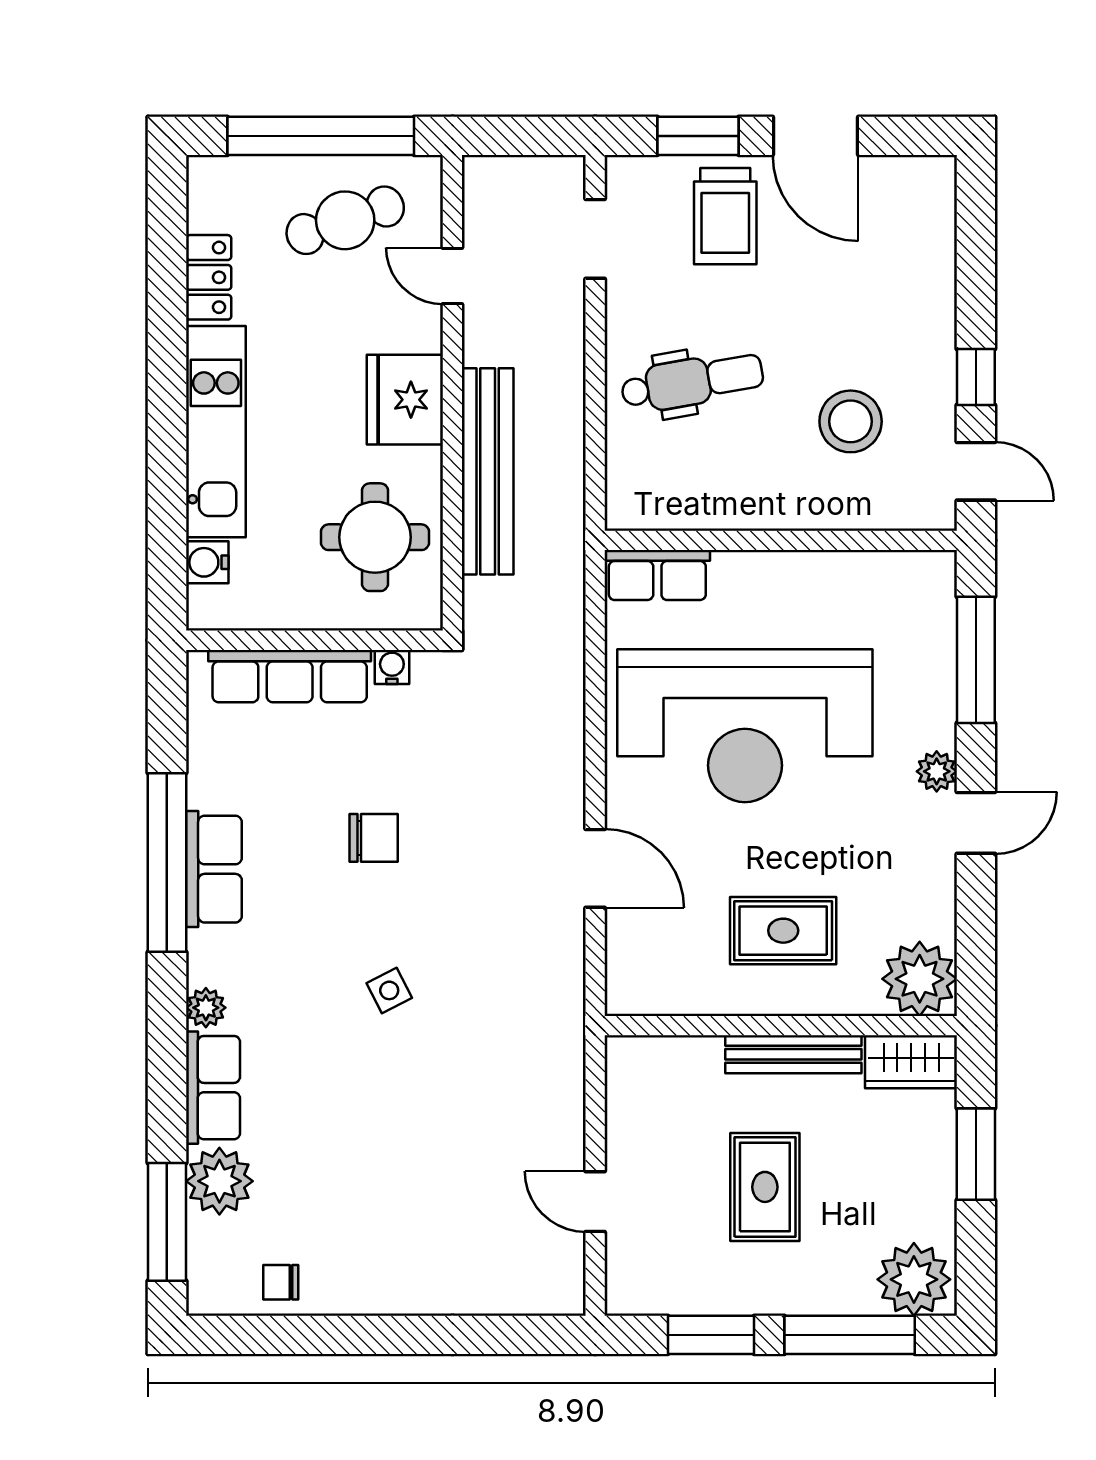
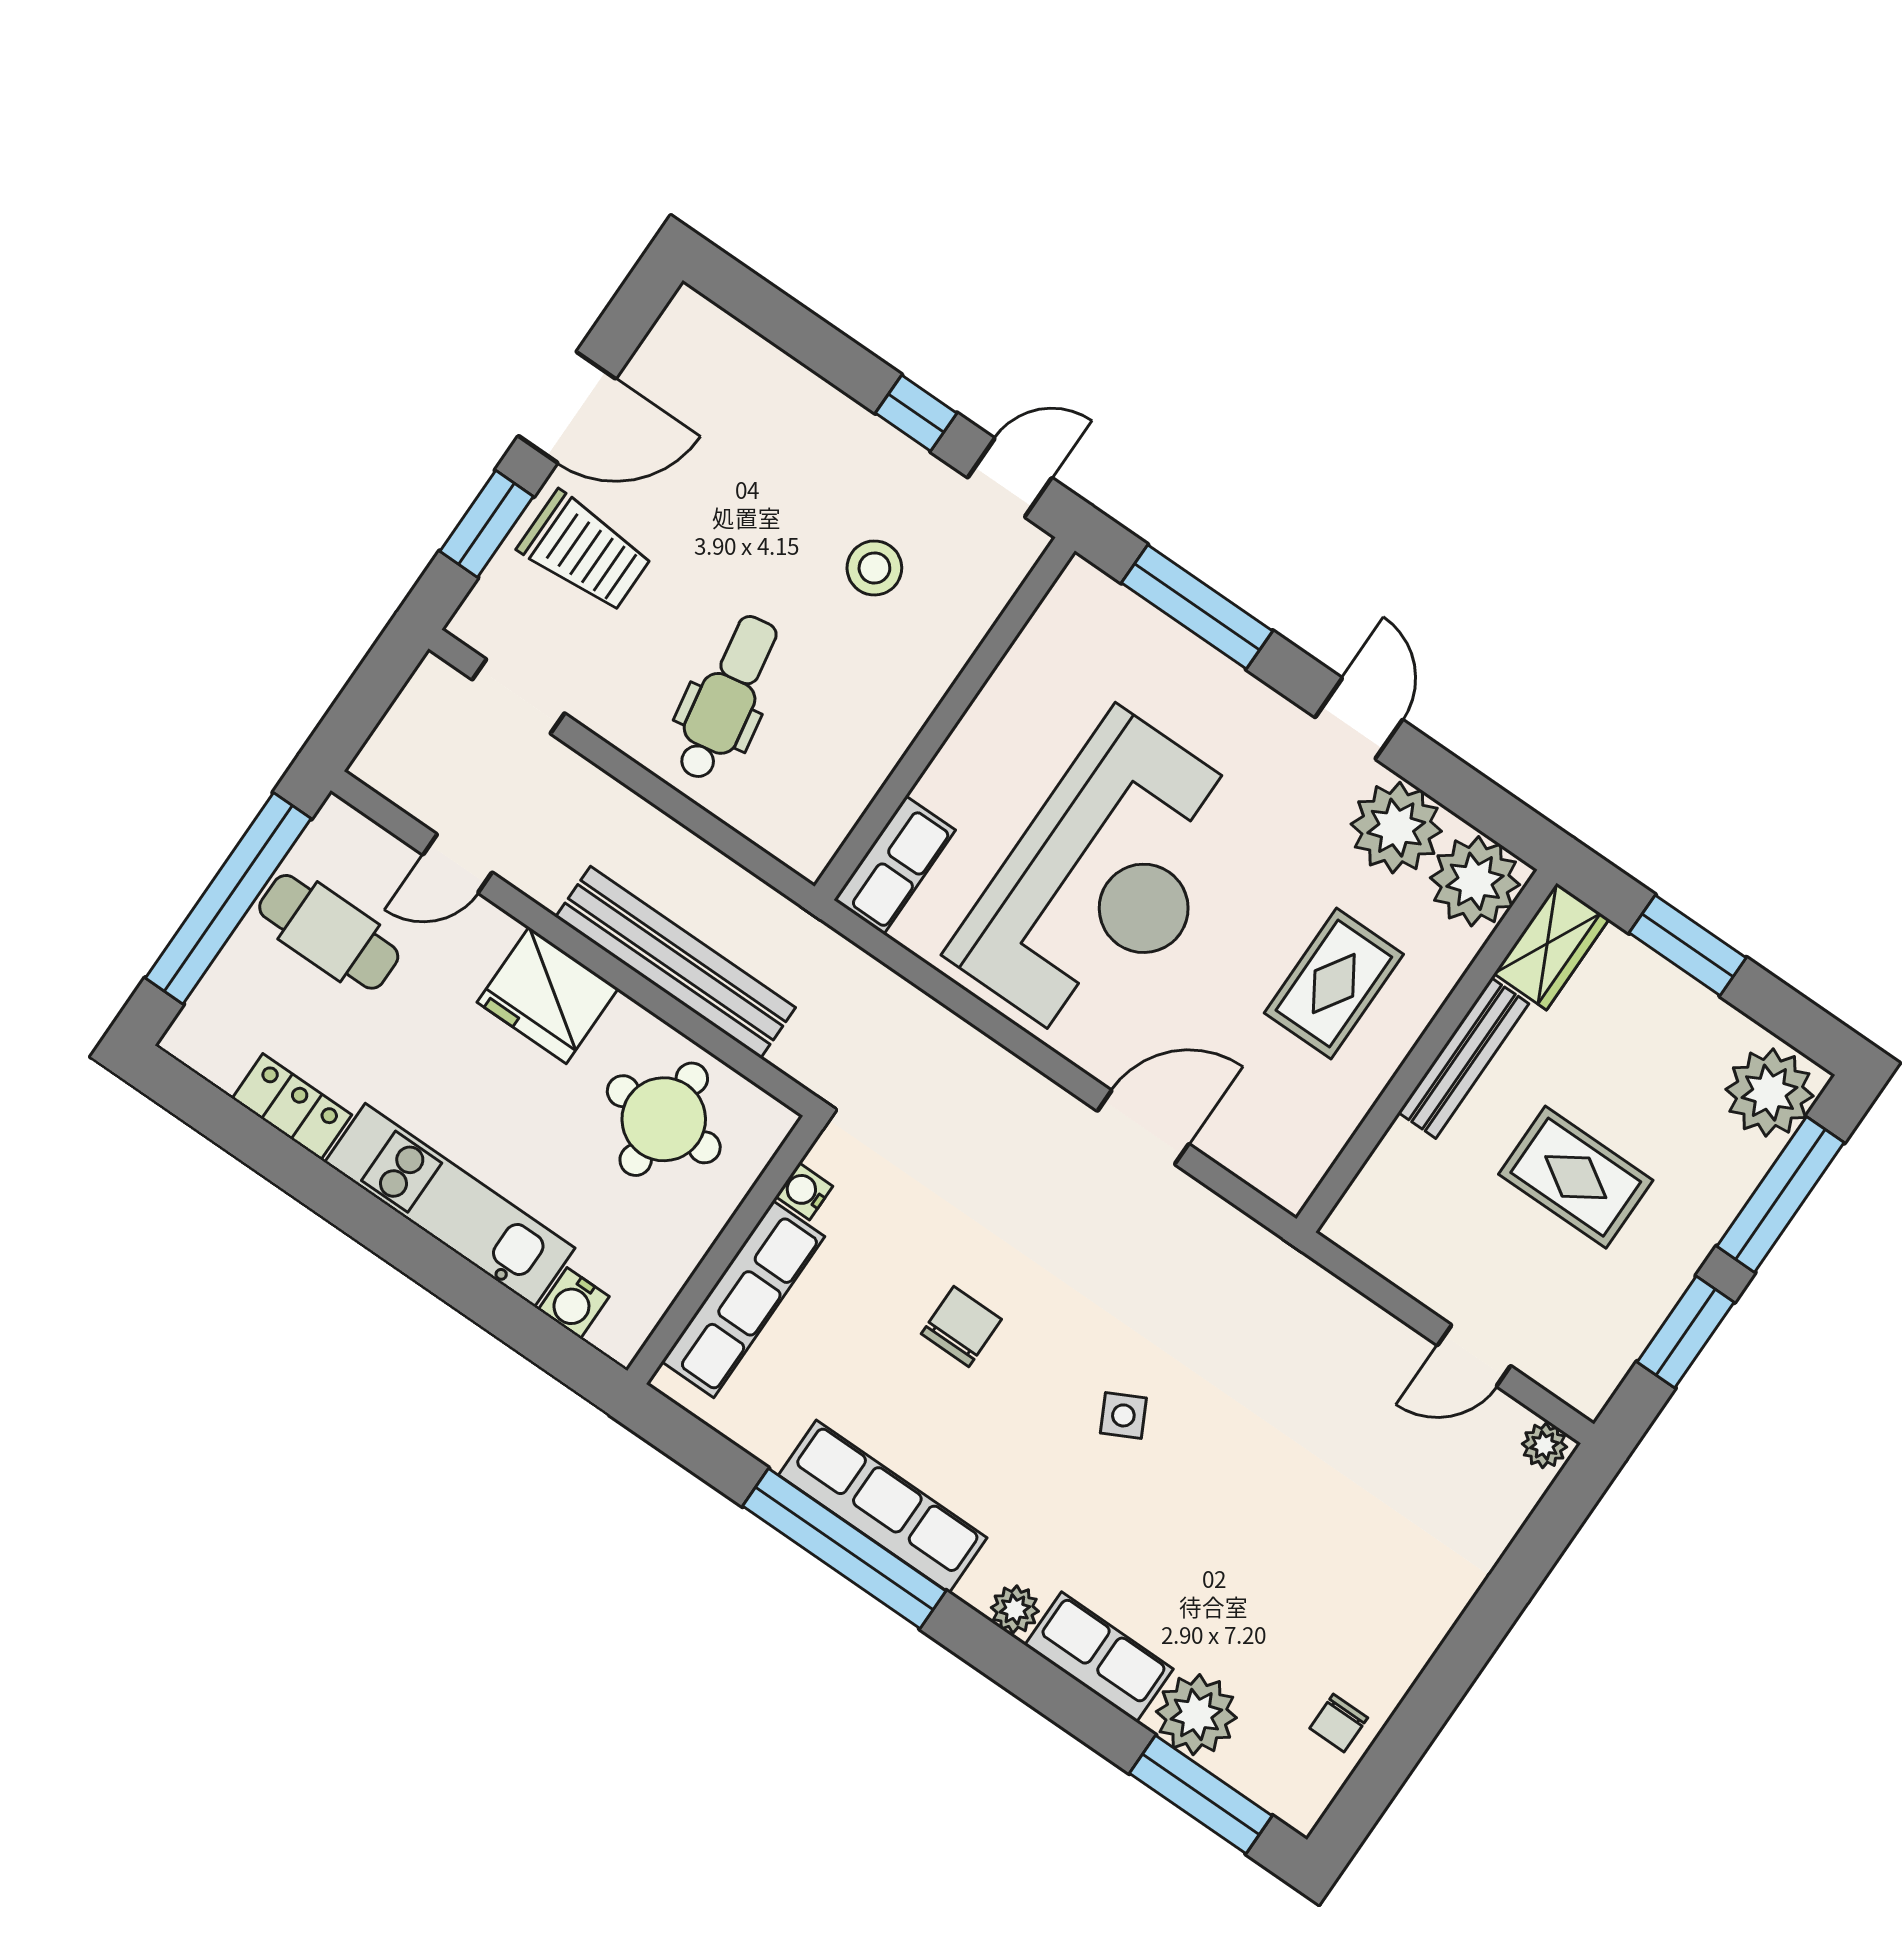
cafe table: (345, 220) -> (329, 932), turned -71
stool: (851, 421) -> (874, 568), width x0.73, depth x0.73
plant: (937, 771) -> (1396, 828), moved, width x1.88, depth x1.88
row of seats: (214, 869) -> (883, 1506), width x1.48
plant: (567, 1292) -> (1544, 1445), added

